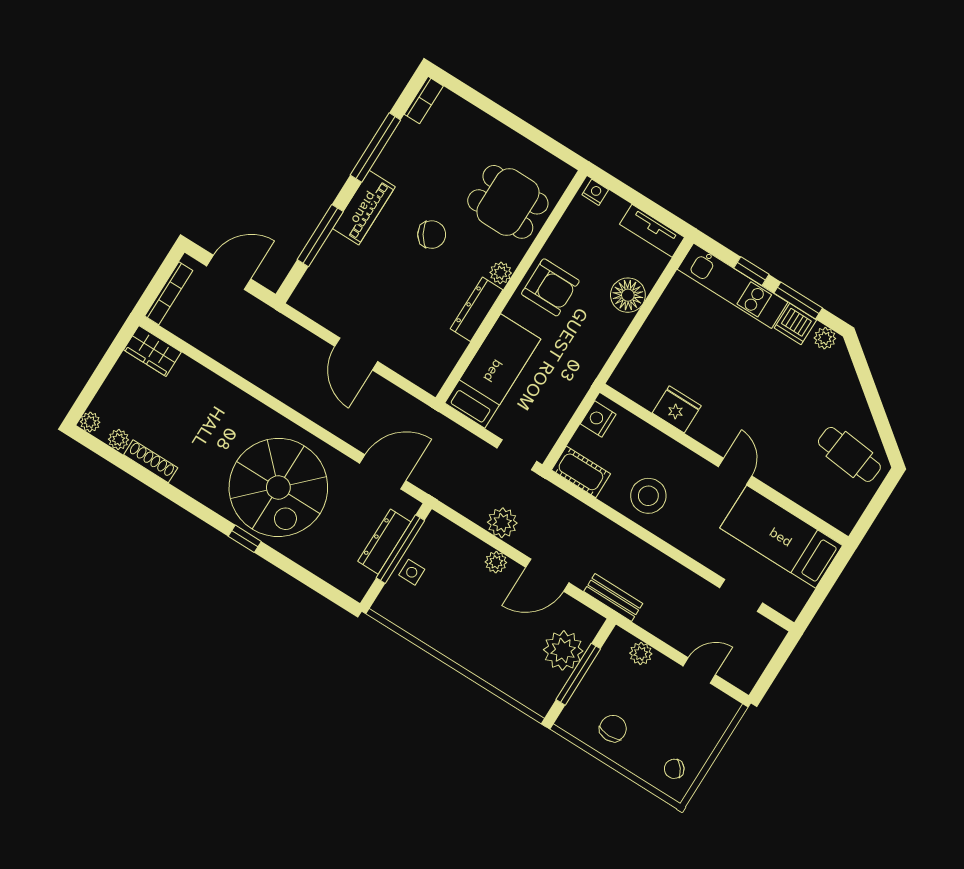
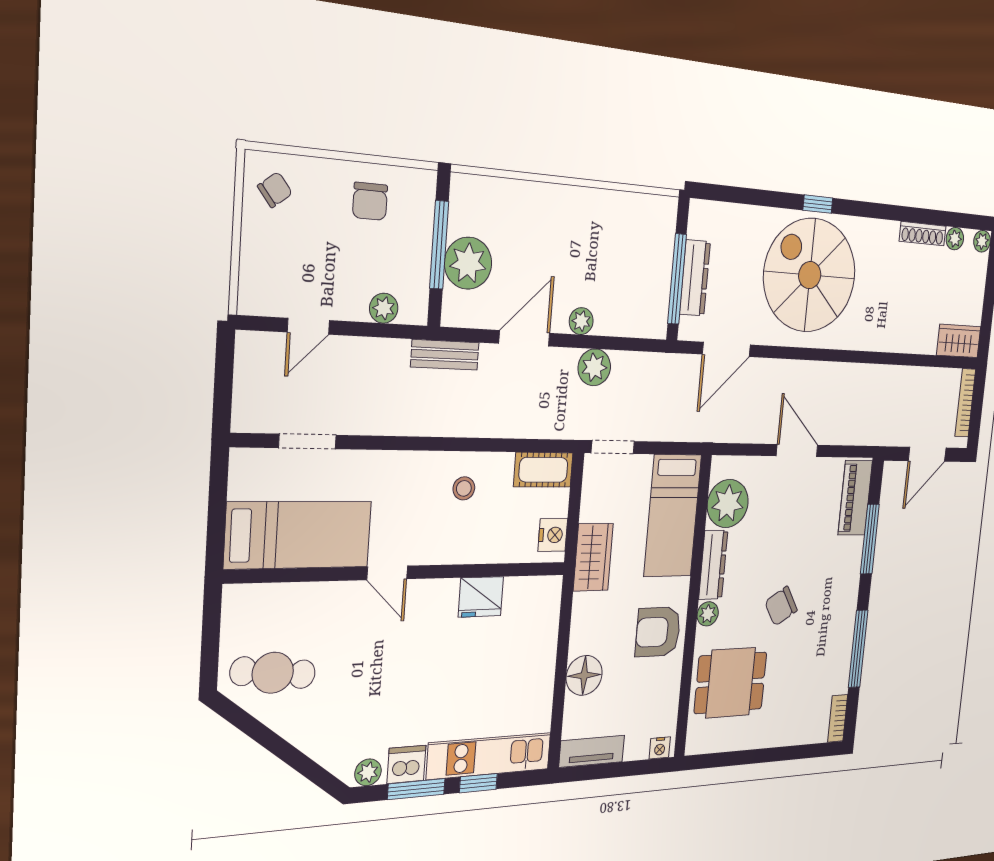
piano: (364, 208) -> (855, 498), moved
plant: (440, 350) -> (728, 504), added
wardrobe: (575, 381) -> (593, 557), added
stool: (648, 496) -> (464, 488), width x0.53, depth x0.53
side table: (412, 572) -> (656, 261), removed

